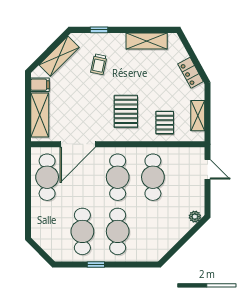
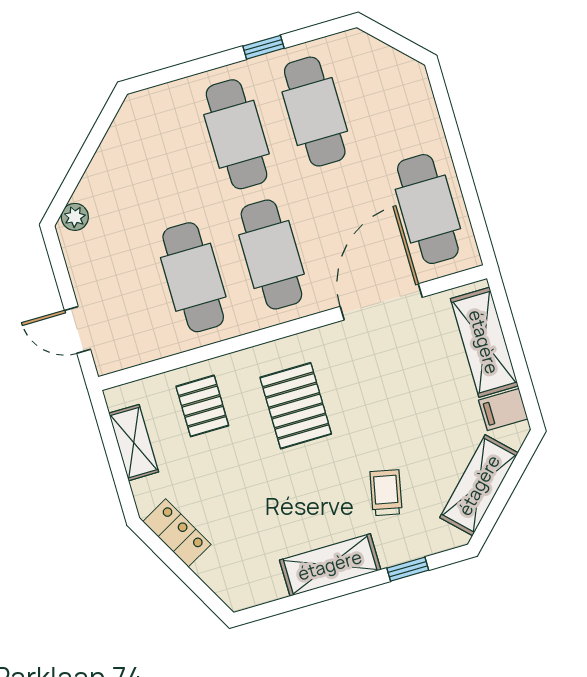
shelving: (147, 41) -> (330, 565), moved

